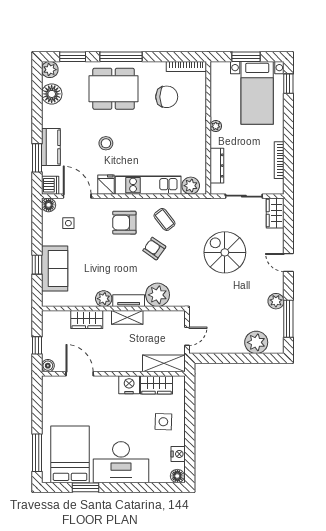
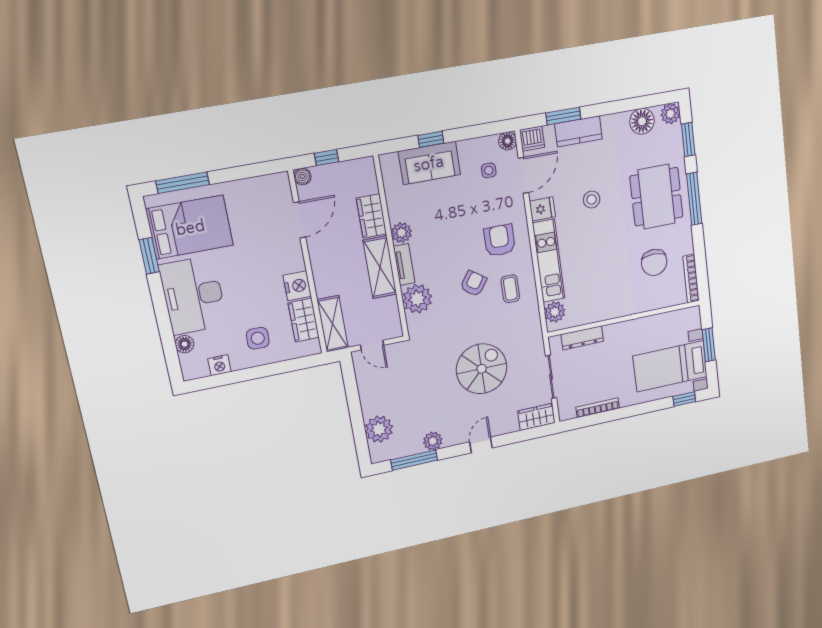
plant: (216, 126) -> (627, 327), removed
coffee table: (164, 219) -> (510, 289), turned -52
shelving: (127, 317) -> (380, 267), width x1.50, depth x1.33
floor lamp: (177, 476) -> (185, 344), moved

